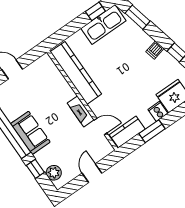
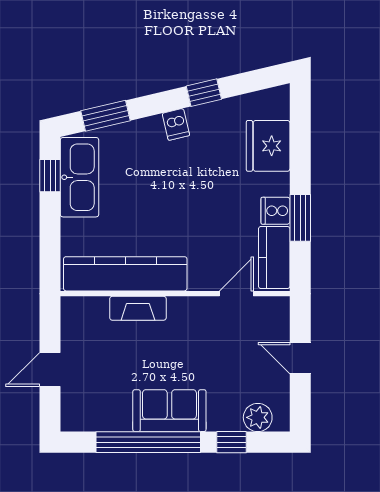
fireplace: (81, 111) -> (138, 308), moved
cooker: (158, 111) -> (275, 211), moved

